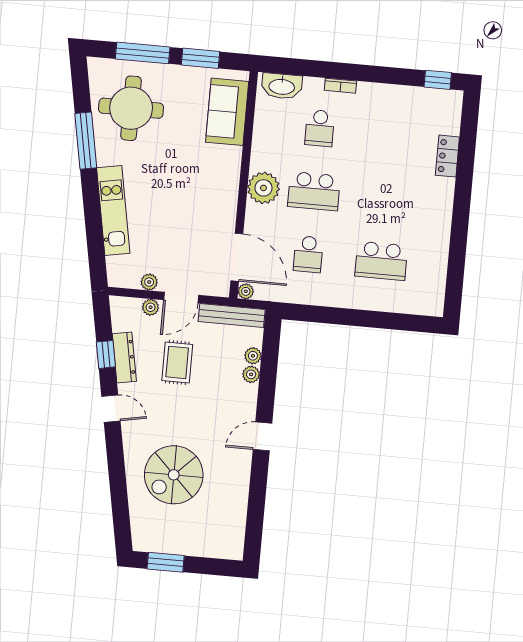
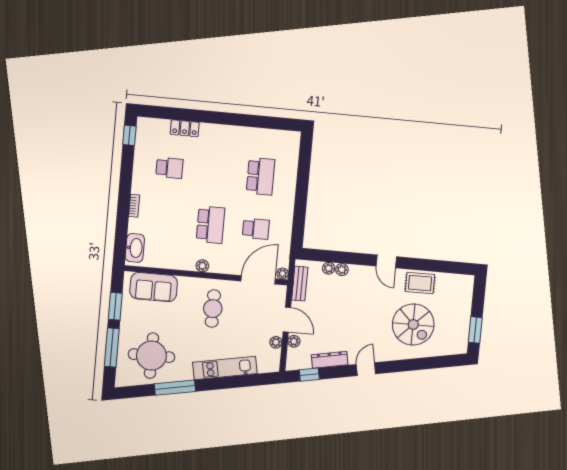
school desk: (320, 128) -> (169, 168), moved
plant: (263, 188) -> (202, 266), width x0.53, depth x0.53
cafe table: (197, 194) -> (213, 309), added
bench: (232, 315) -> (300, 284), width x0.73
window: (106, 354) -> (309, 375), moved
rug: (177, 362) -> (420, 283), moved

